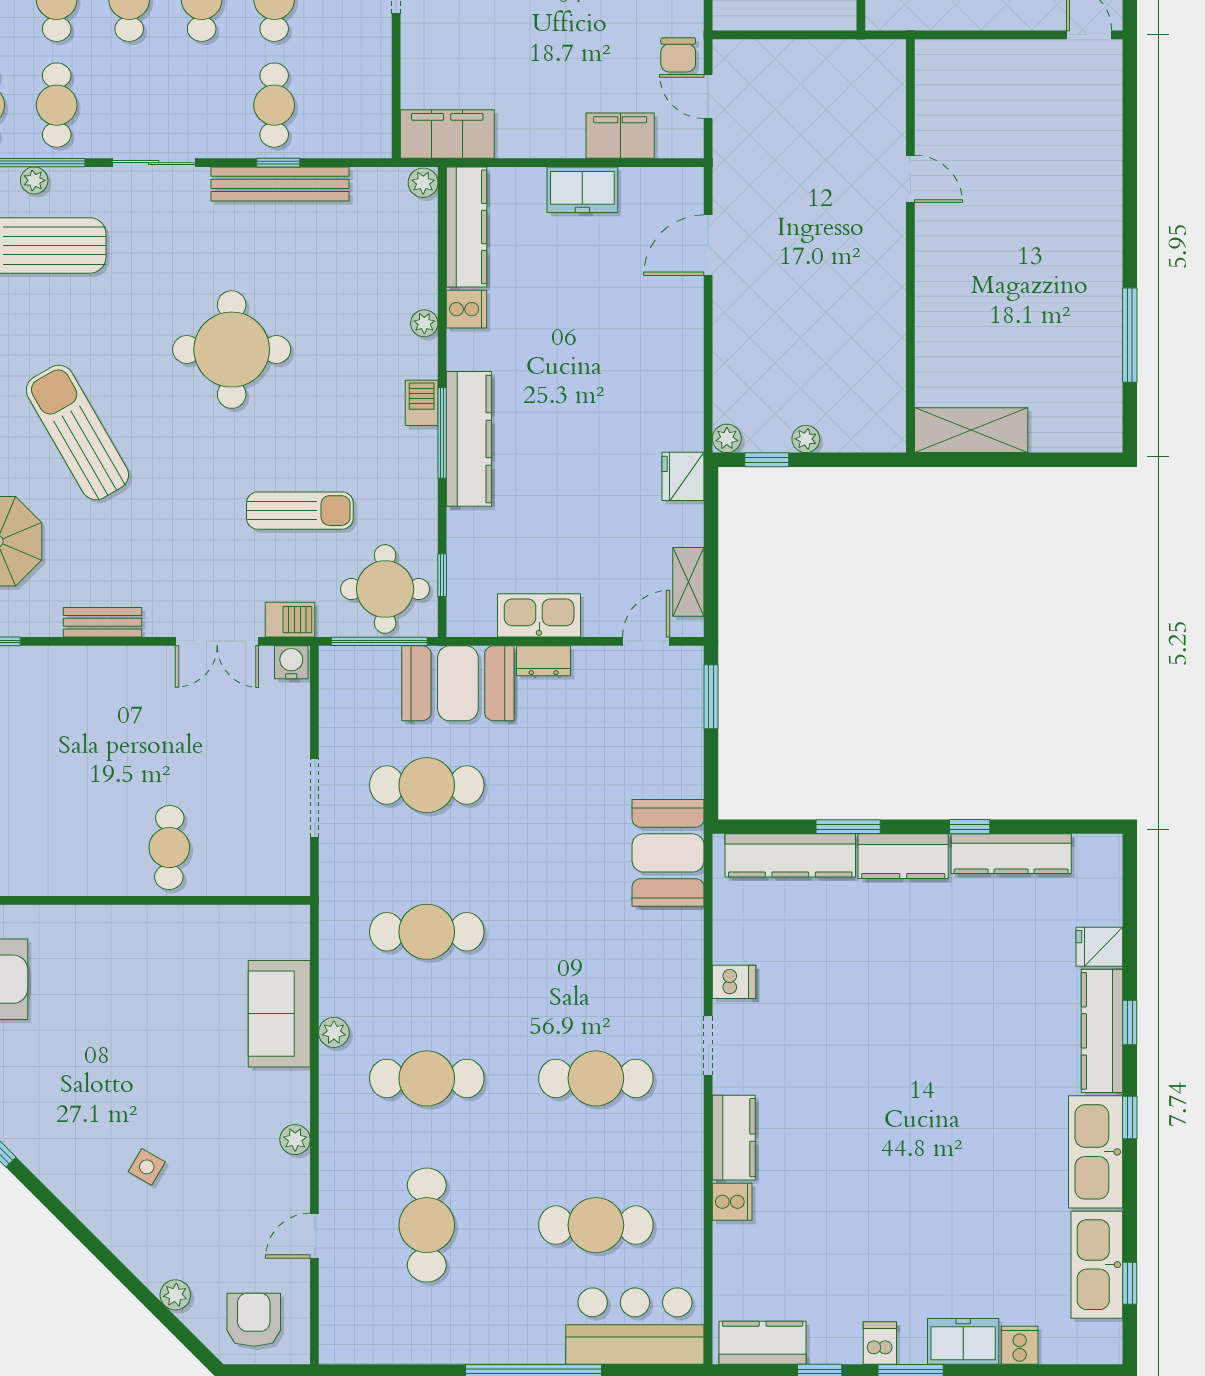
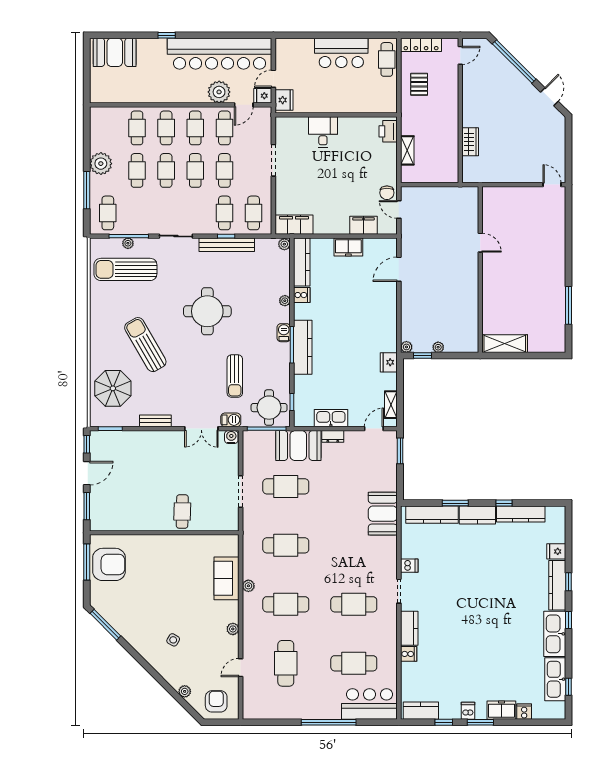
cafe table: (57, 105) -> (254, 213), moved
sun lounger: (300, 511) -> (235, 376), turned 90

